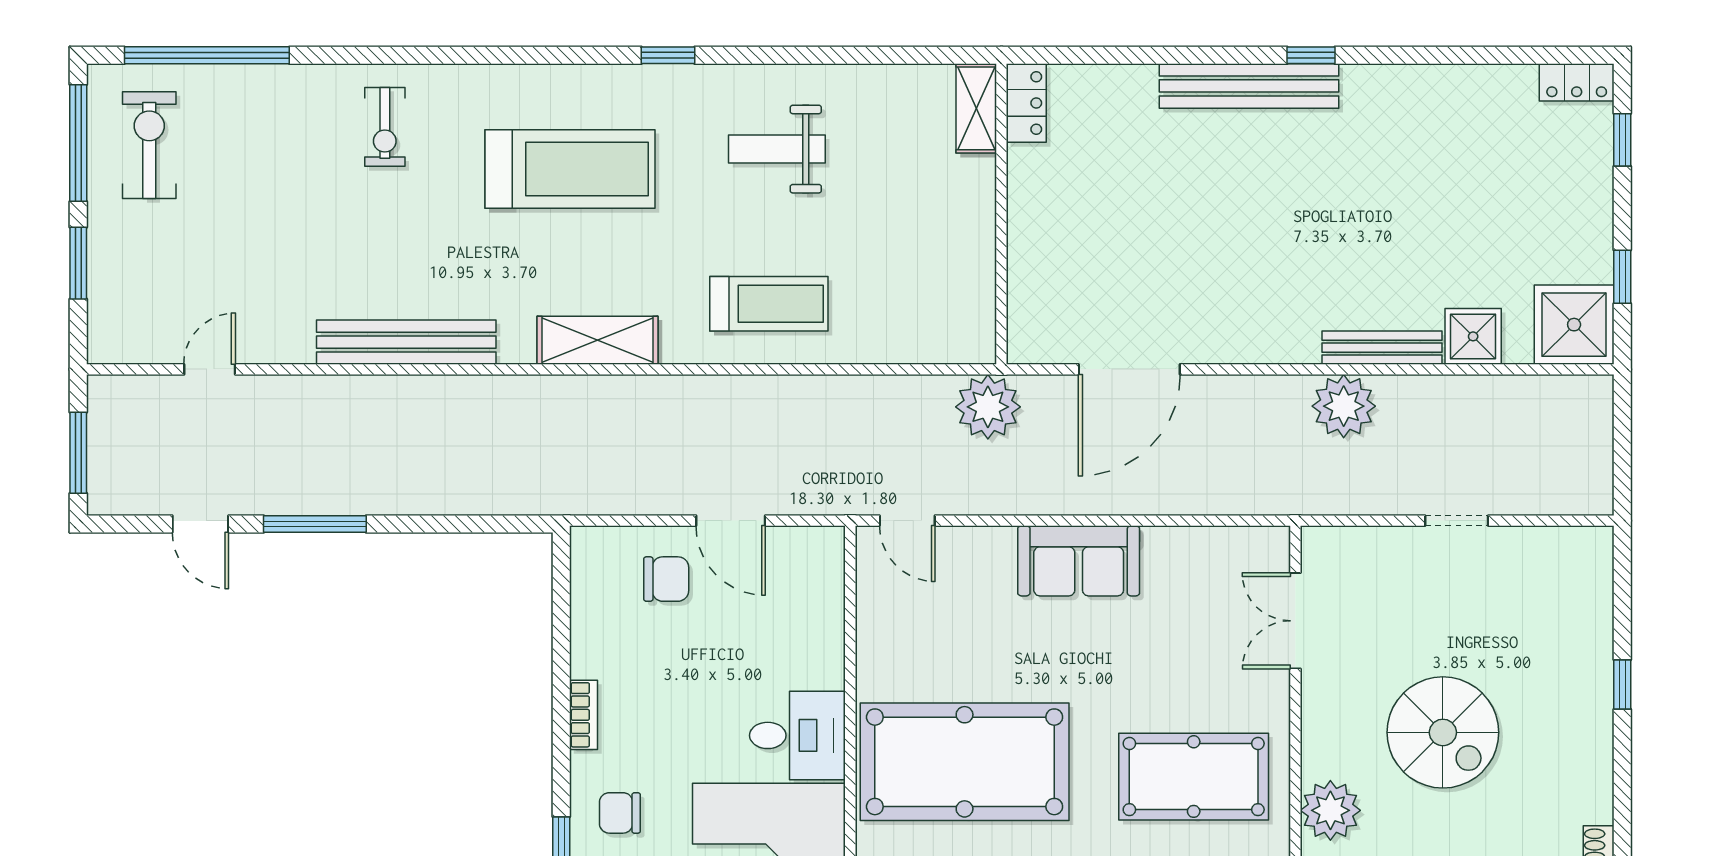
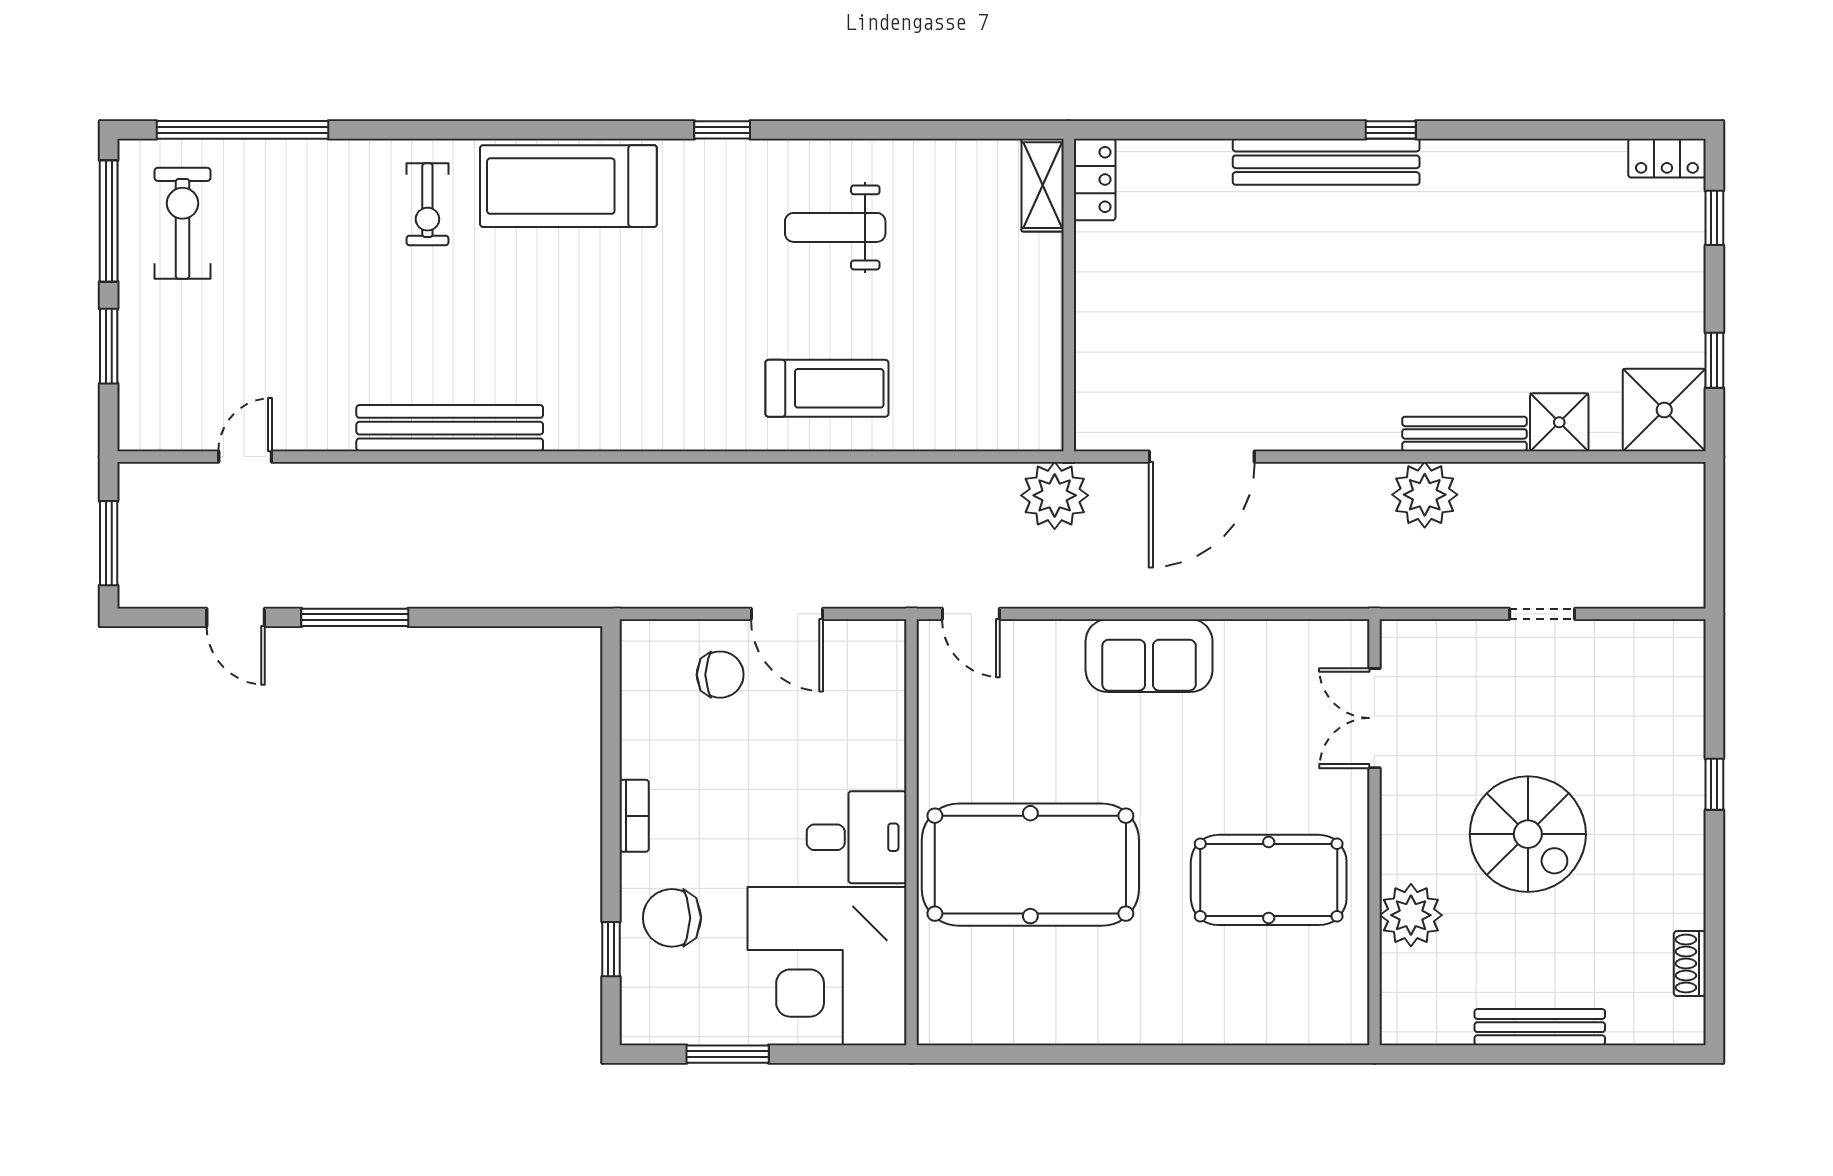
treadmill: (570, 169) -> (568, 186), moved, turned 180
shelving: (598, 340) -> (649, 426), removed
chair: (620, 813) -> (672, 918), width x1.37, depth x1.37

